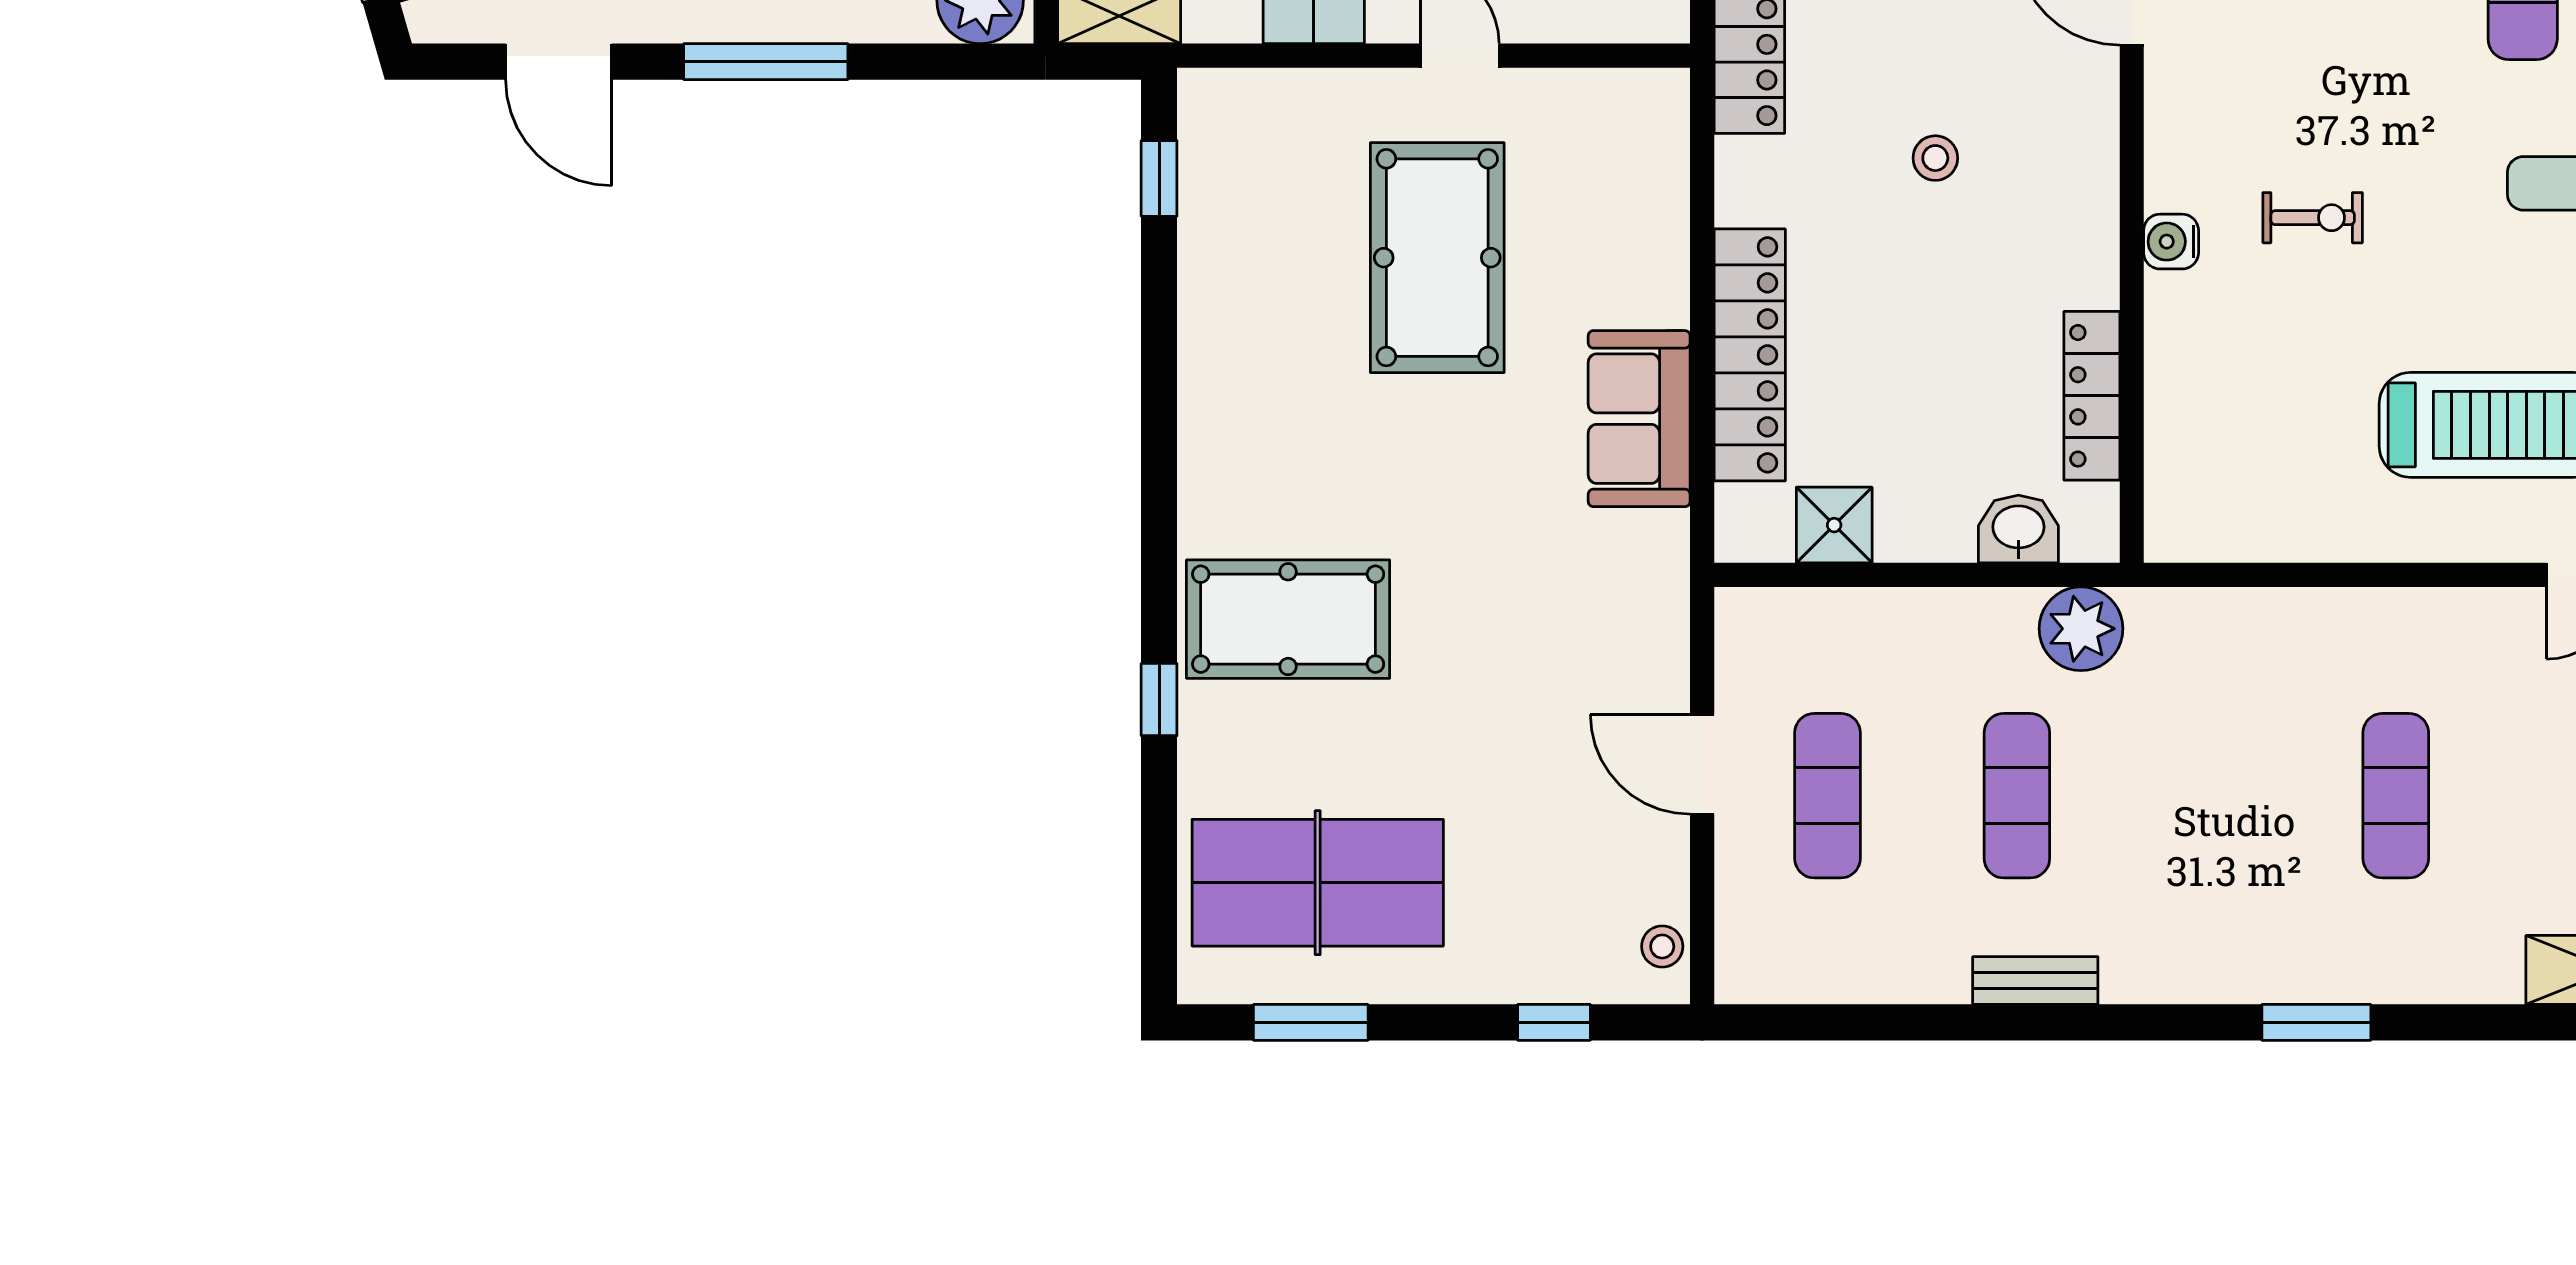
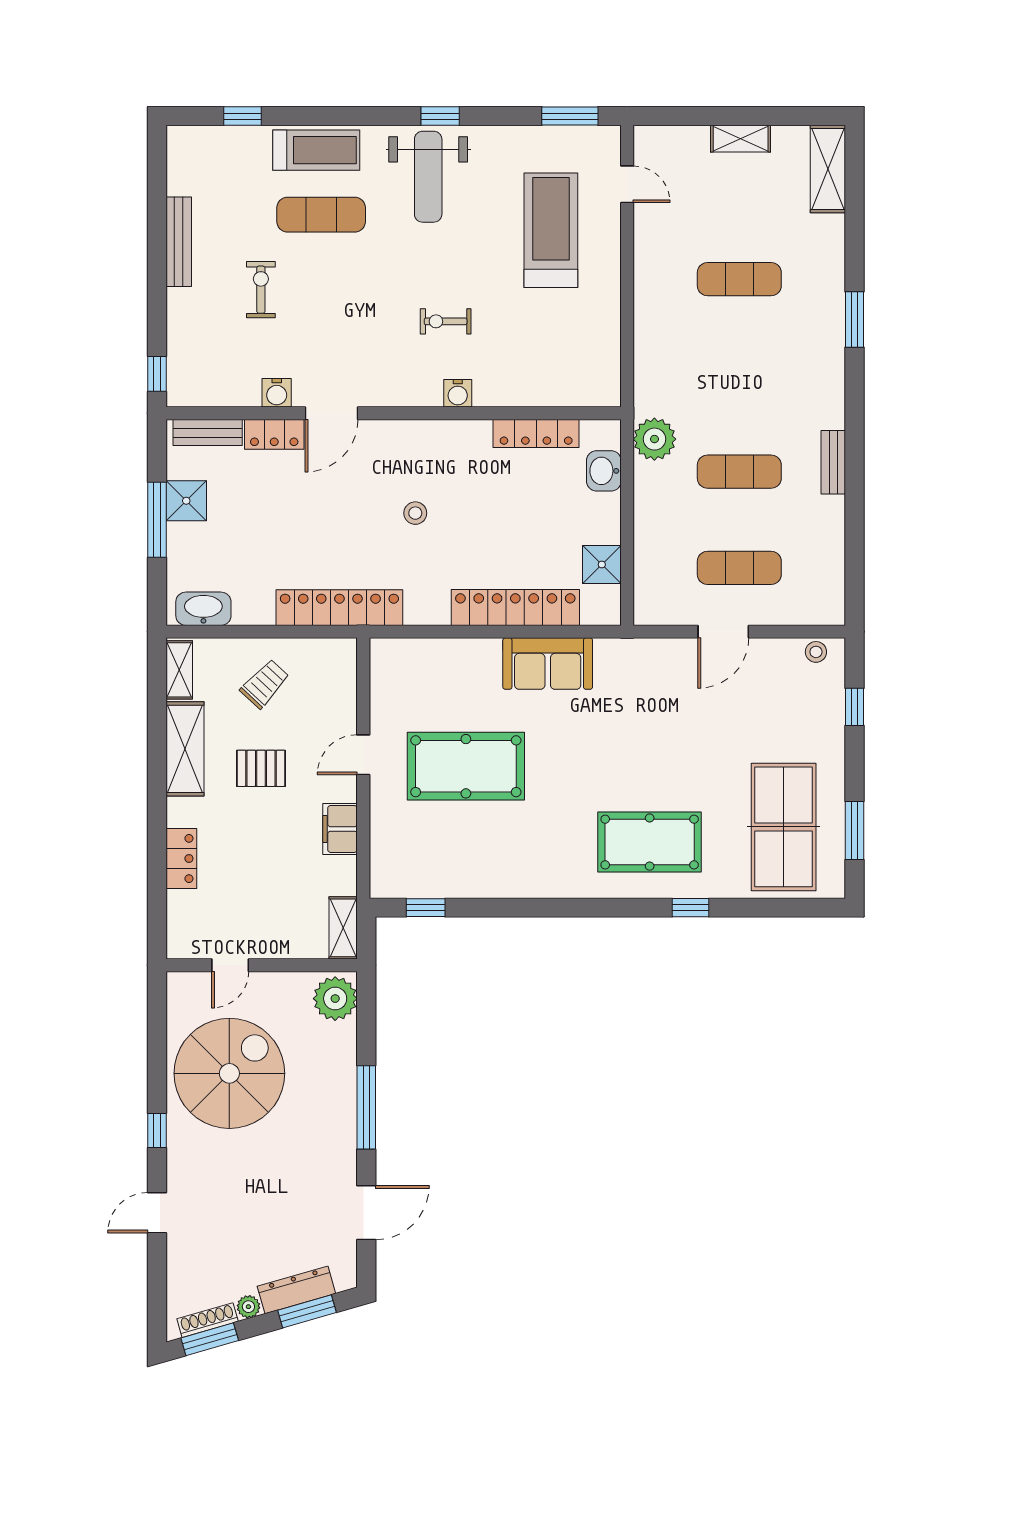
exercise bike: (2313, 218) -> (446, 321), turned -90
pool table: (1288, 619) -> (650, 842), turned 90

